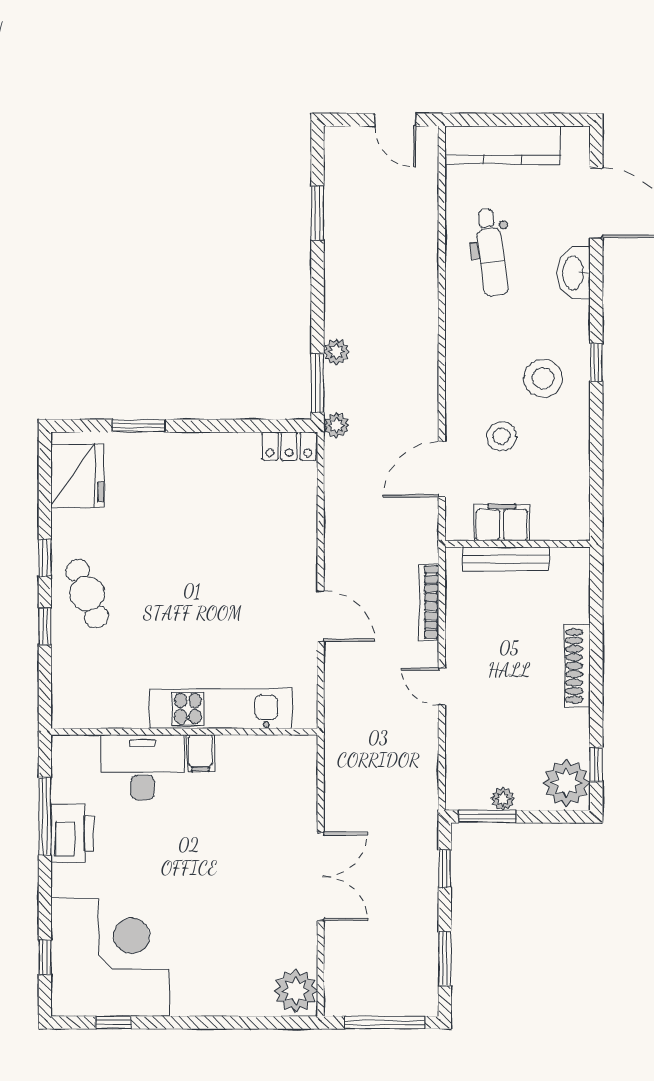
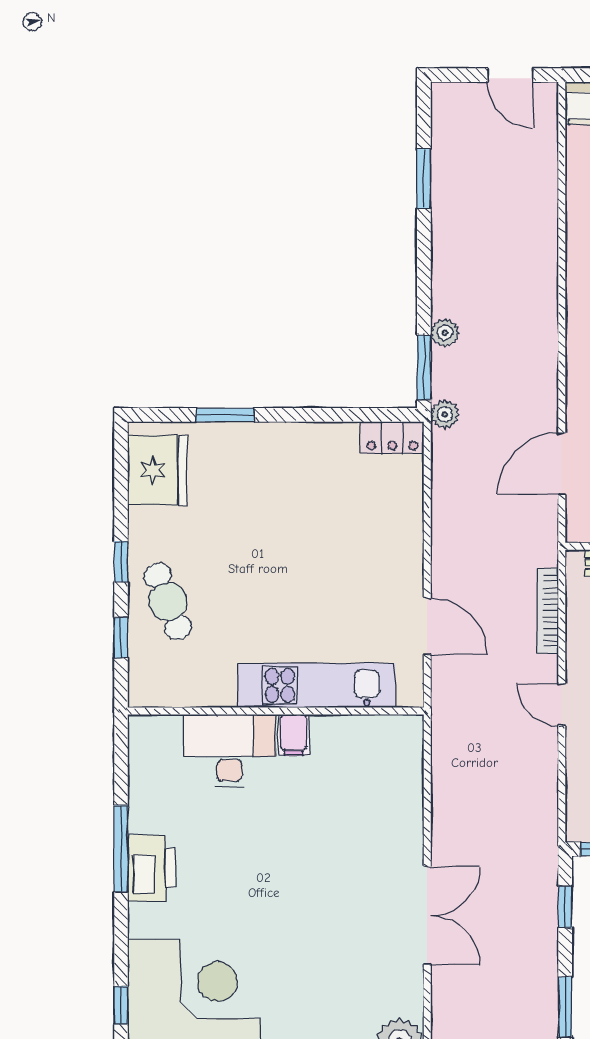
kitchen unit: (221, 709) -> (316, 685), moved
wall: (184, 732) -> (276, 711), moved
filing cabinet: (200, 753) -> (294, 735), moved
desk: (143, 767) -> (230, 751), moved

